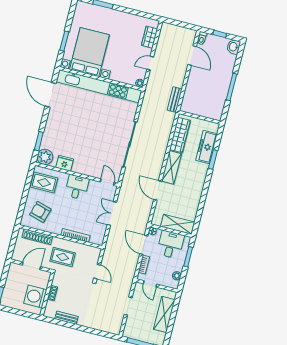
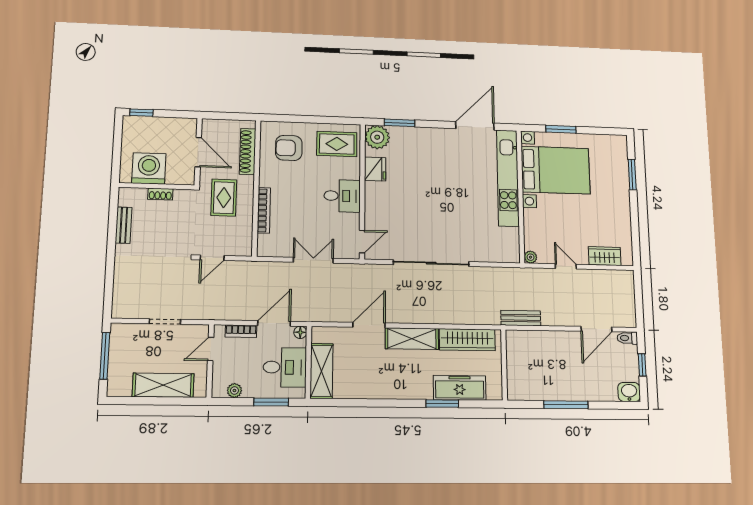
kitchen unit: (99, 86) -> (508, 178), width x0.73
rug: (44, 183) -> (337, 144), turned 90
armchair: (40, 212) -> (289, 148), turned -106

